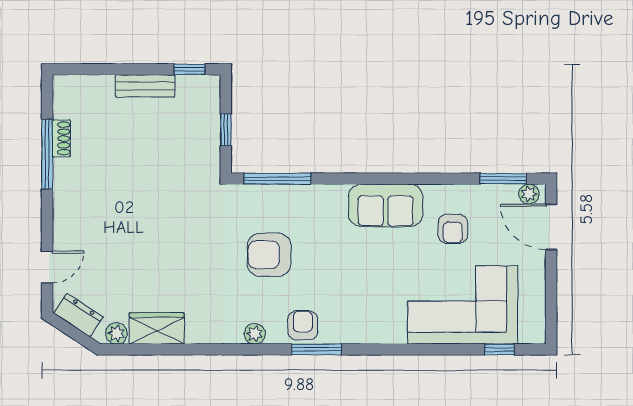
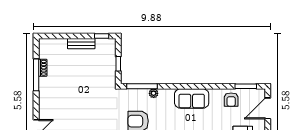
plant: (529, 194) -> (154, 93), moved
door: (551, 227) -> (268, 108), hinge flipped
armchair: (453, 229) -> (231, 100), moved

